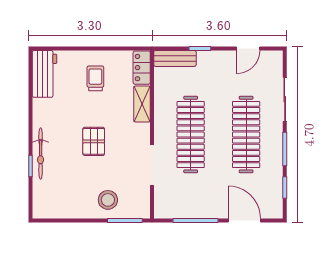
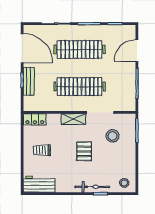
door: (248, 49) -> (22, 48), width x1.87
bench: (175, 58) -> (29, 81), moved
shelving: (142, 104) -> (73, 119), moved
pallet: (94, 141) -> (84, 151), turned 90
stool: (108, 200) -> (112, 136), moved
stool: (46, 201) -> (124, 183), added

